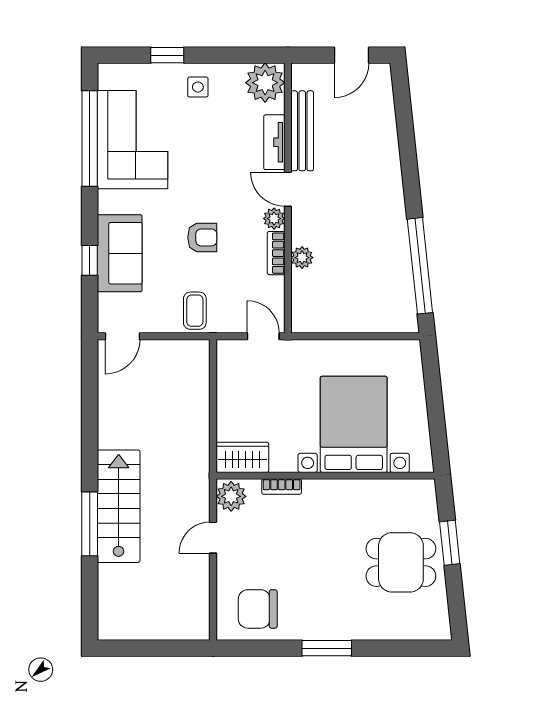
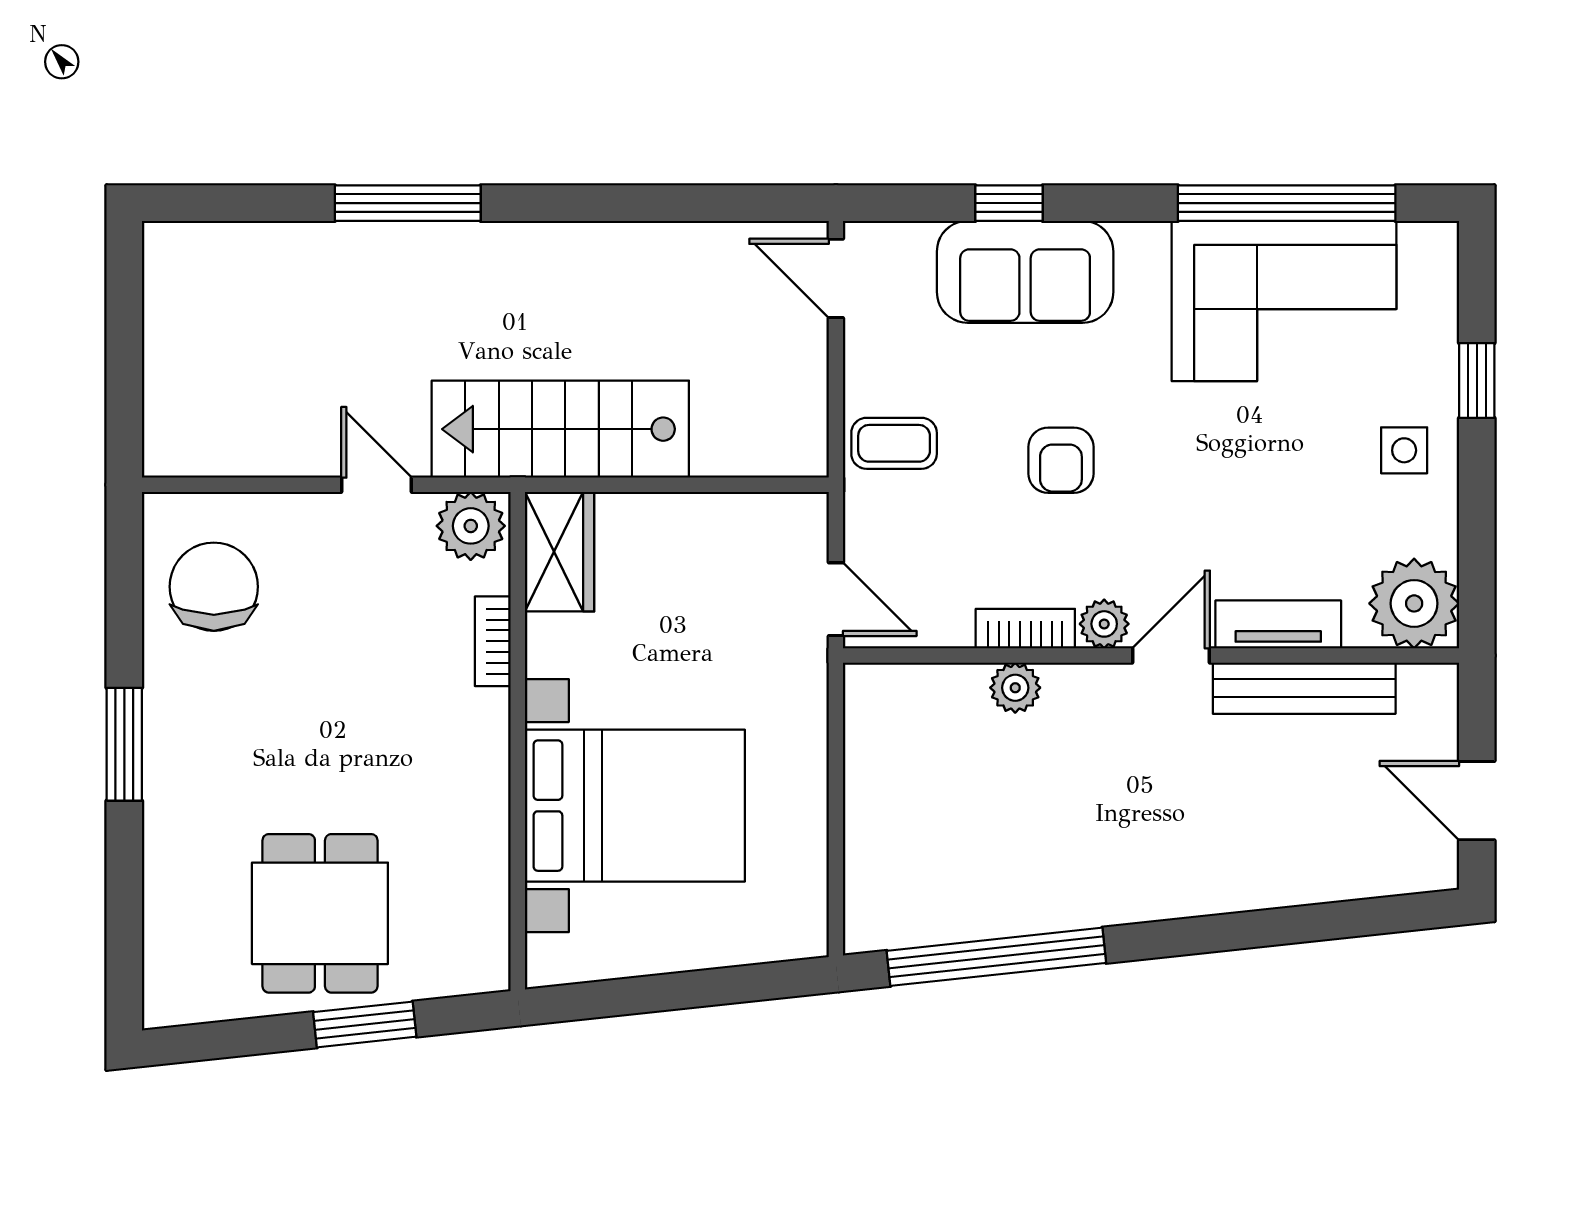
door: (263, 336) -> (836, 599), hinge flipped
stairs: (119, 506) -> (560, 429), moved, turned 180

